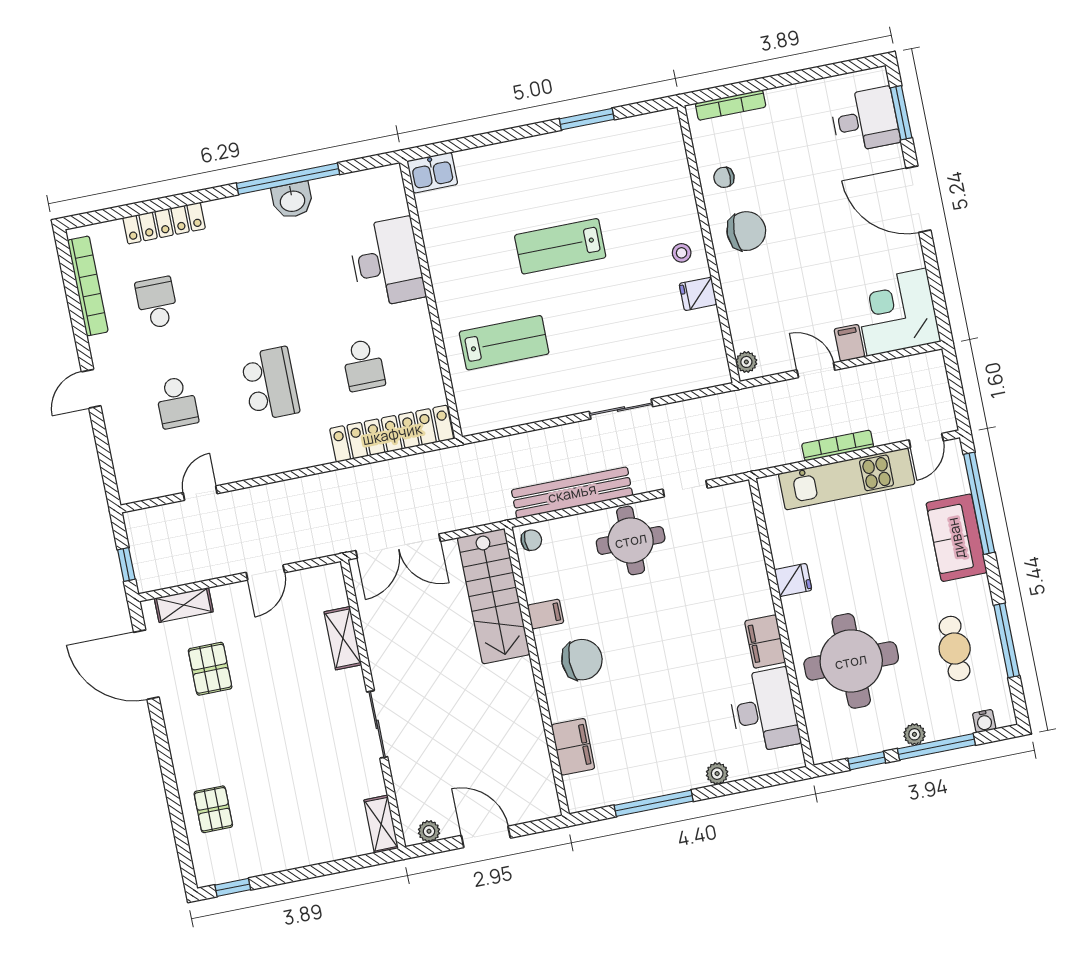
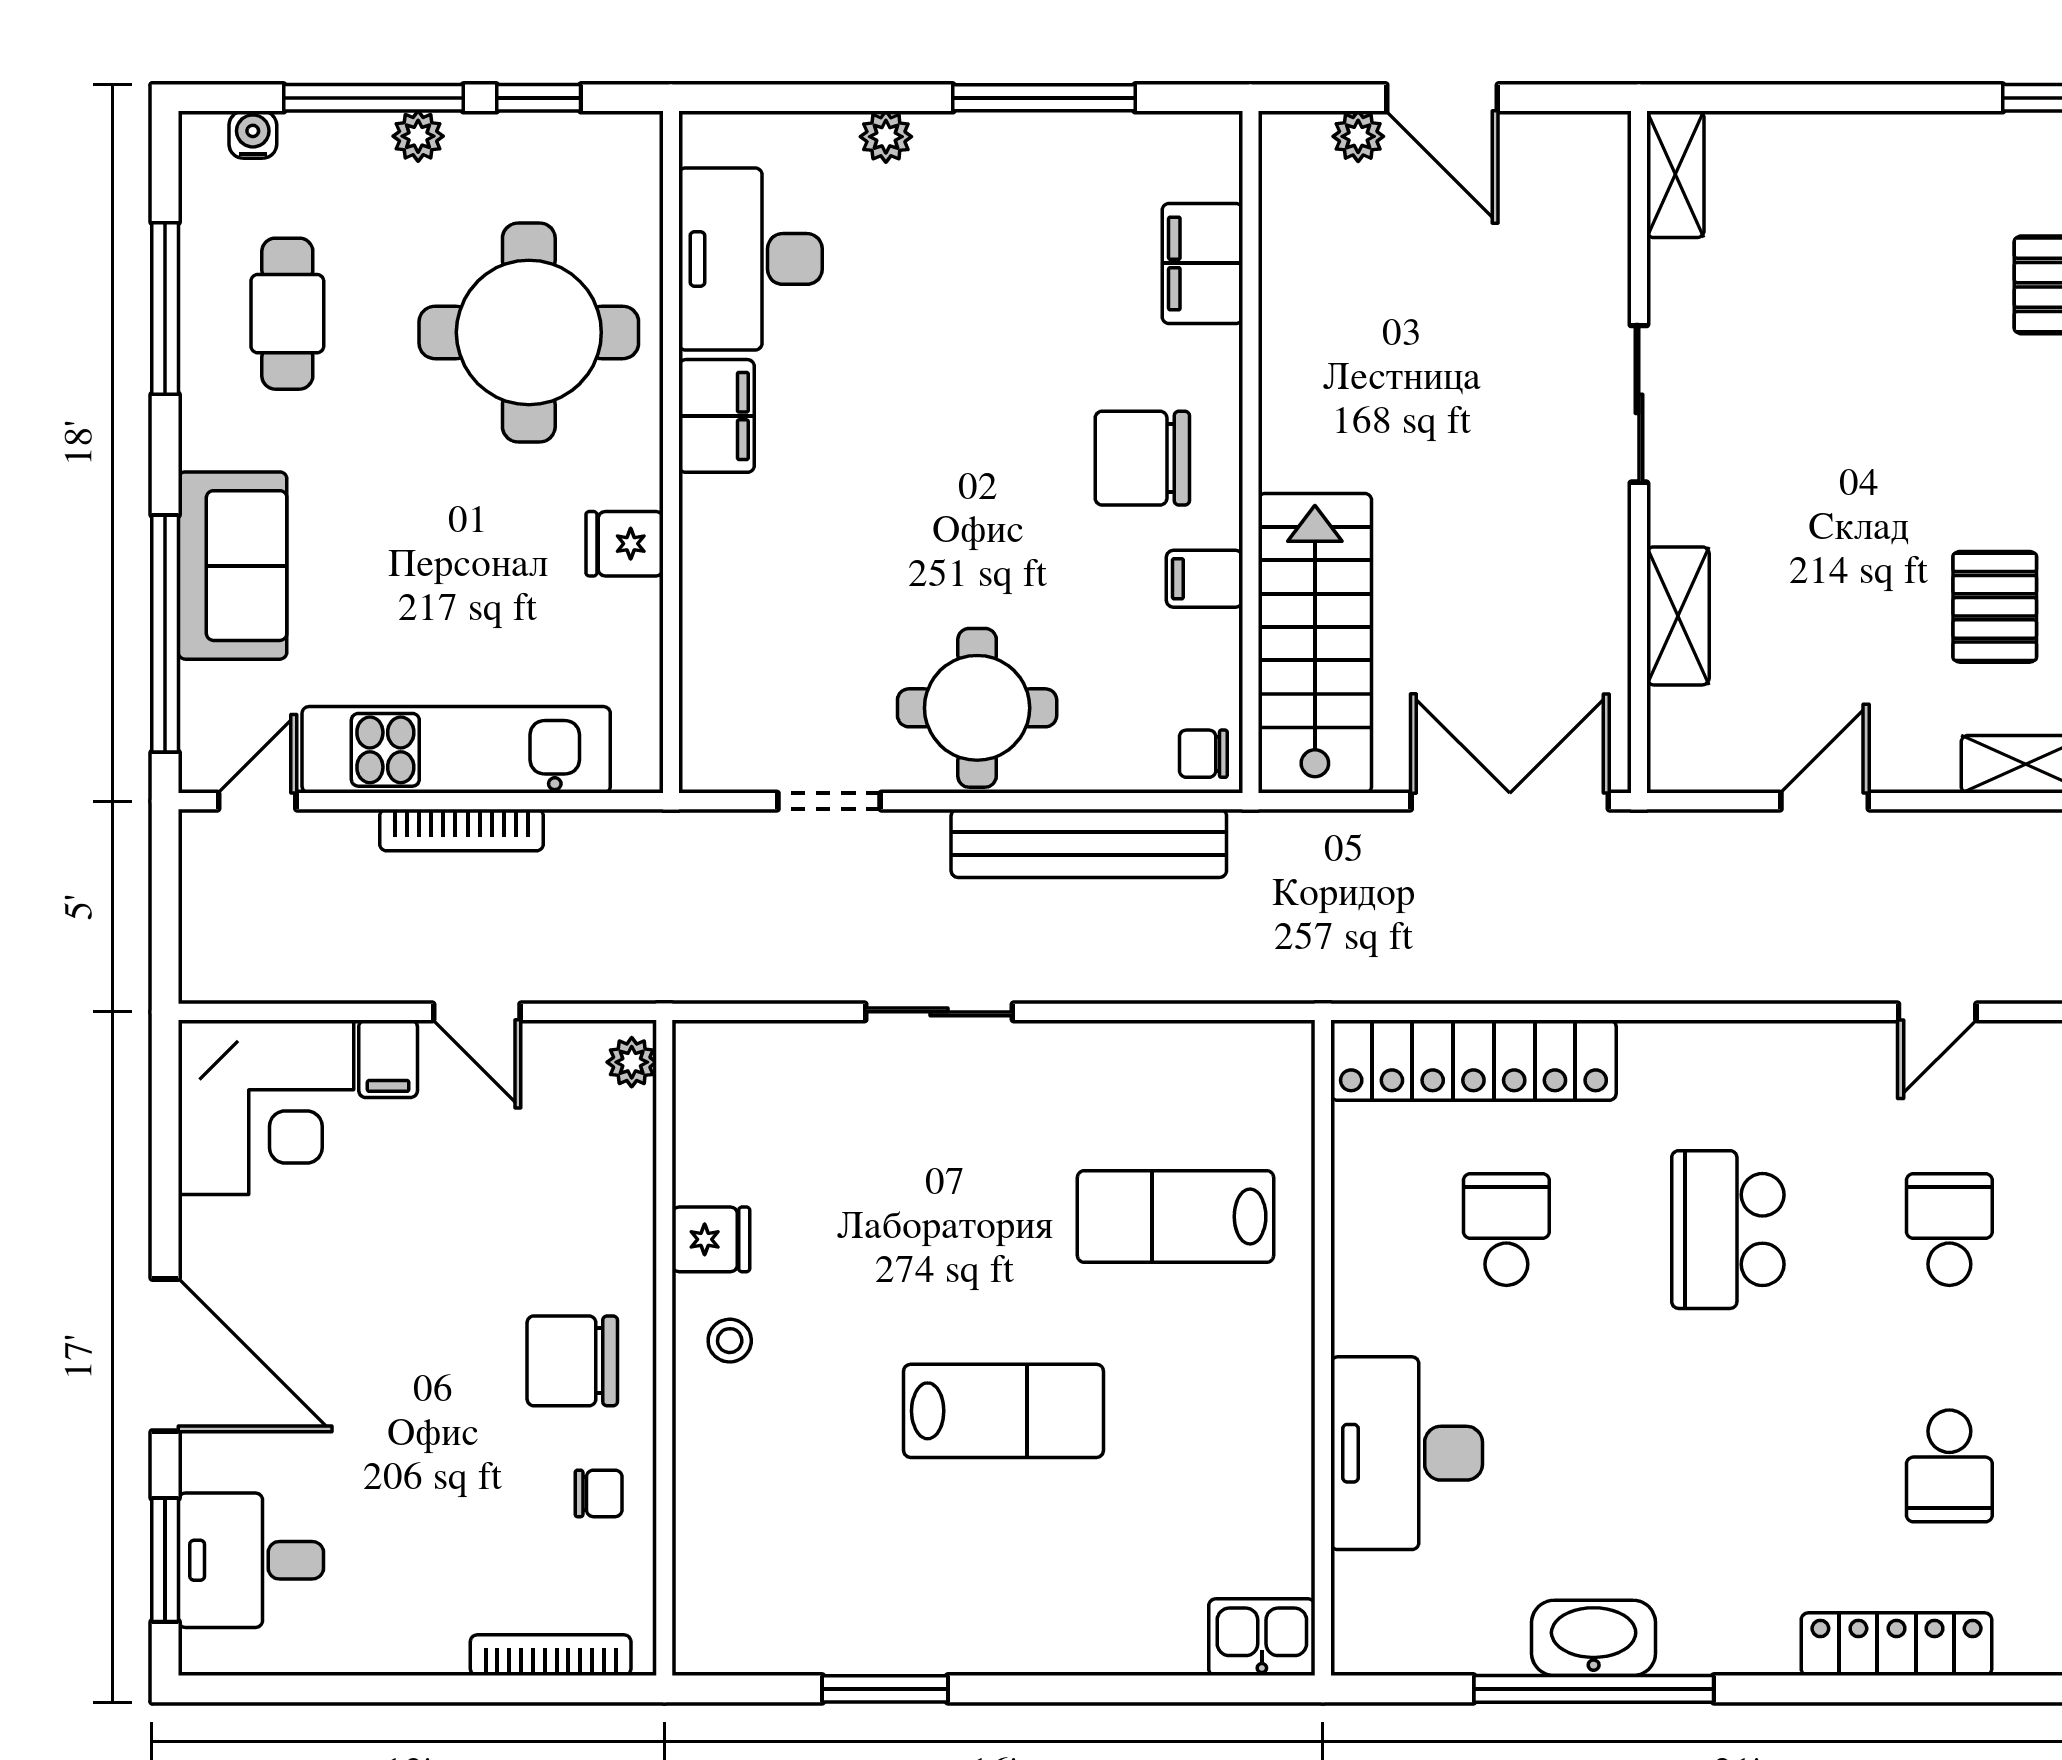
washbasin: (292, 200) -> (1594, 1638), width x1.38
plant: (429, 831) -> (1358, 136), moved

